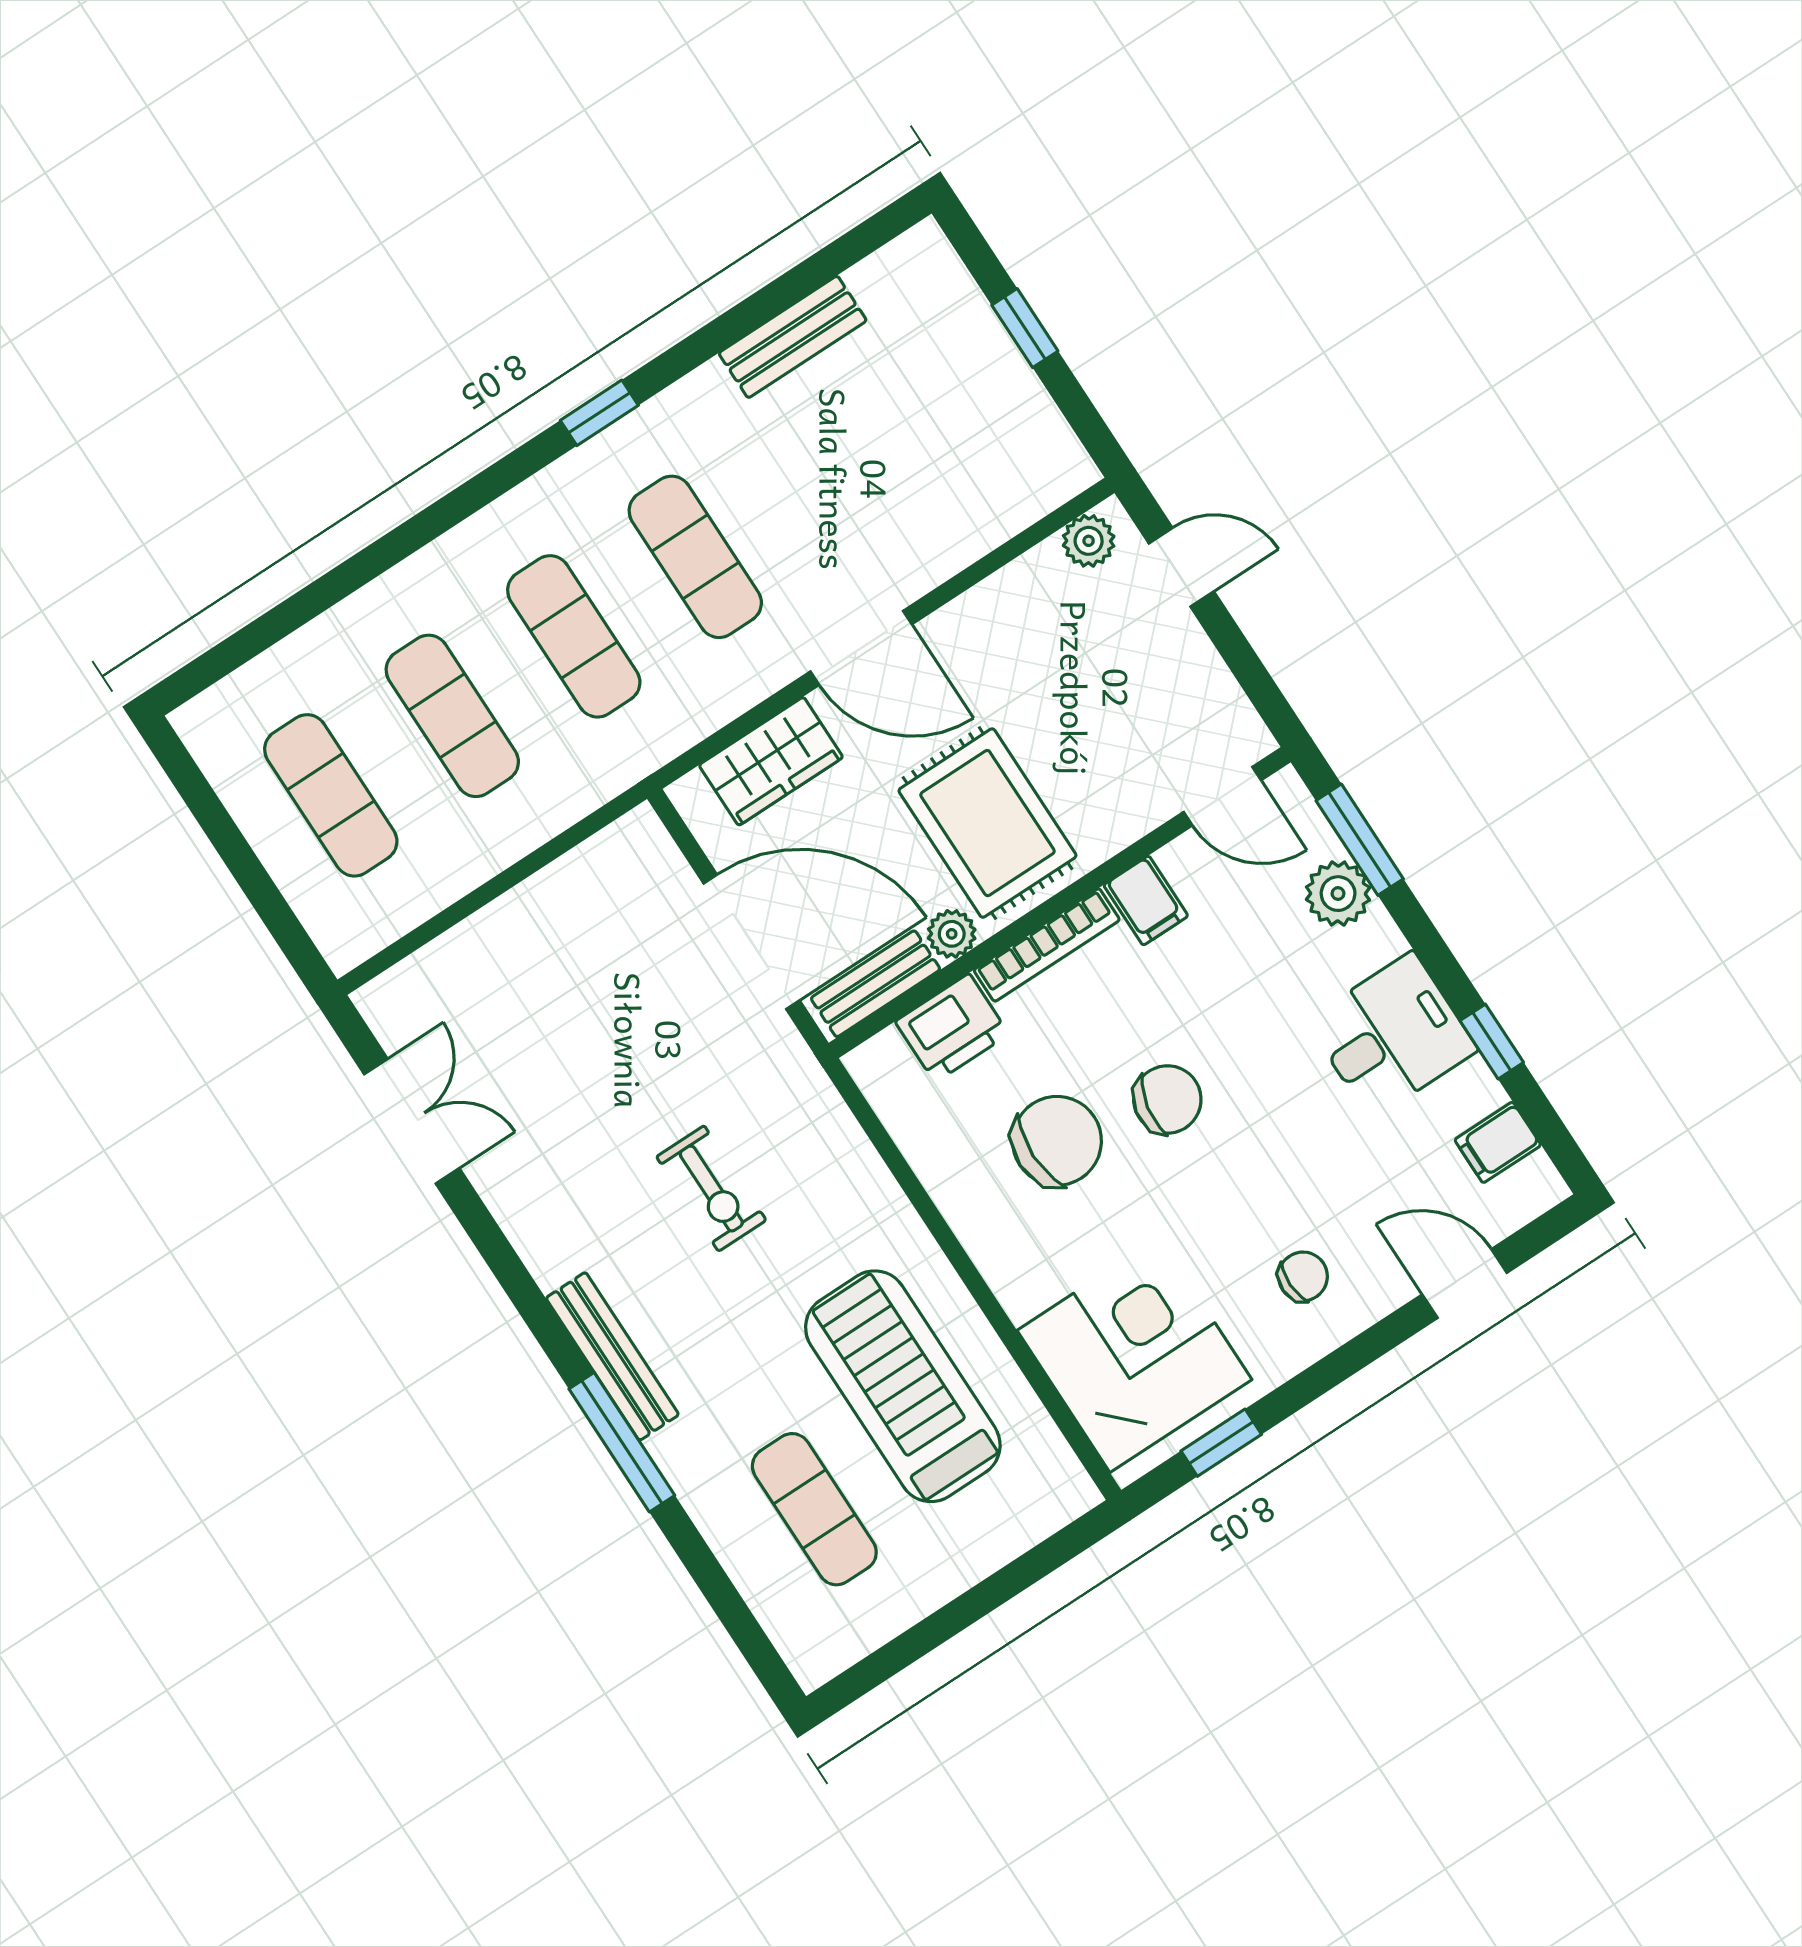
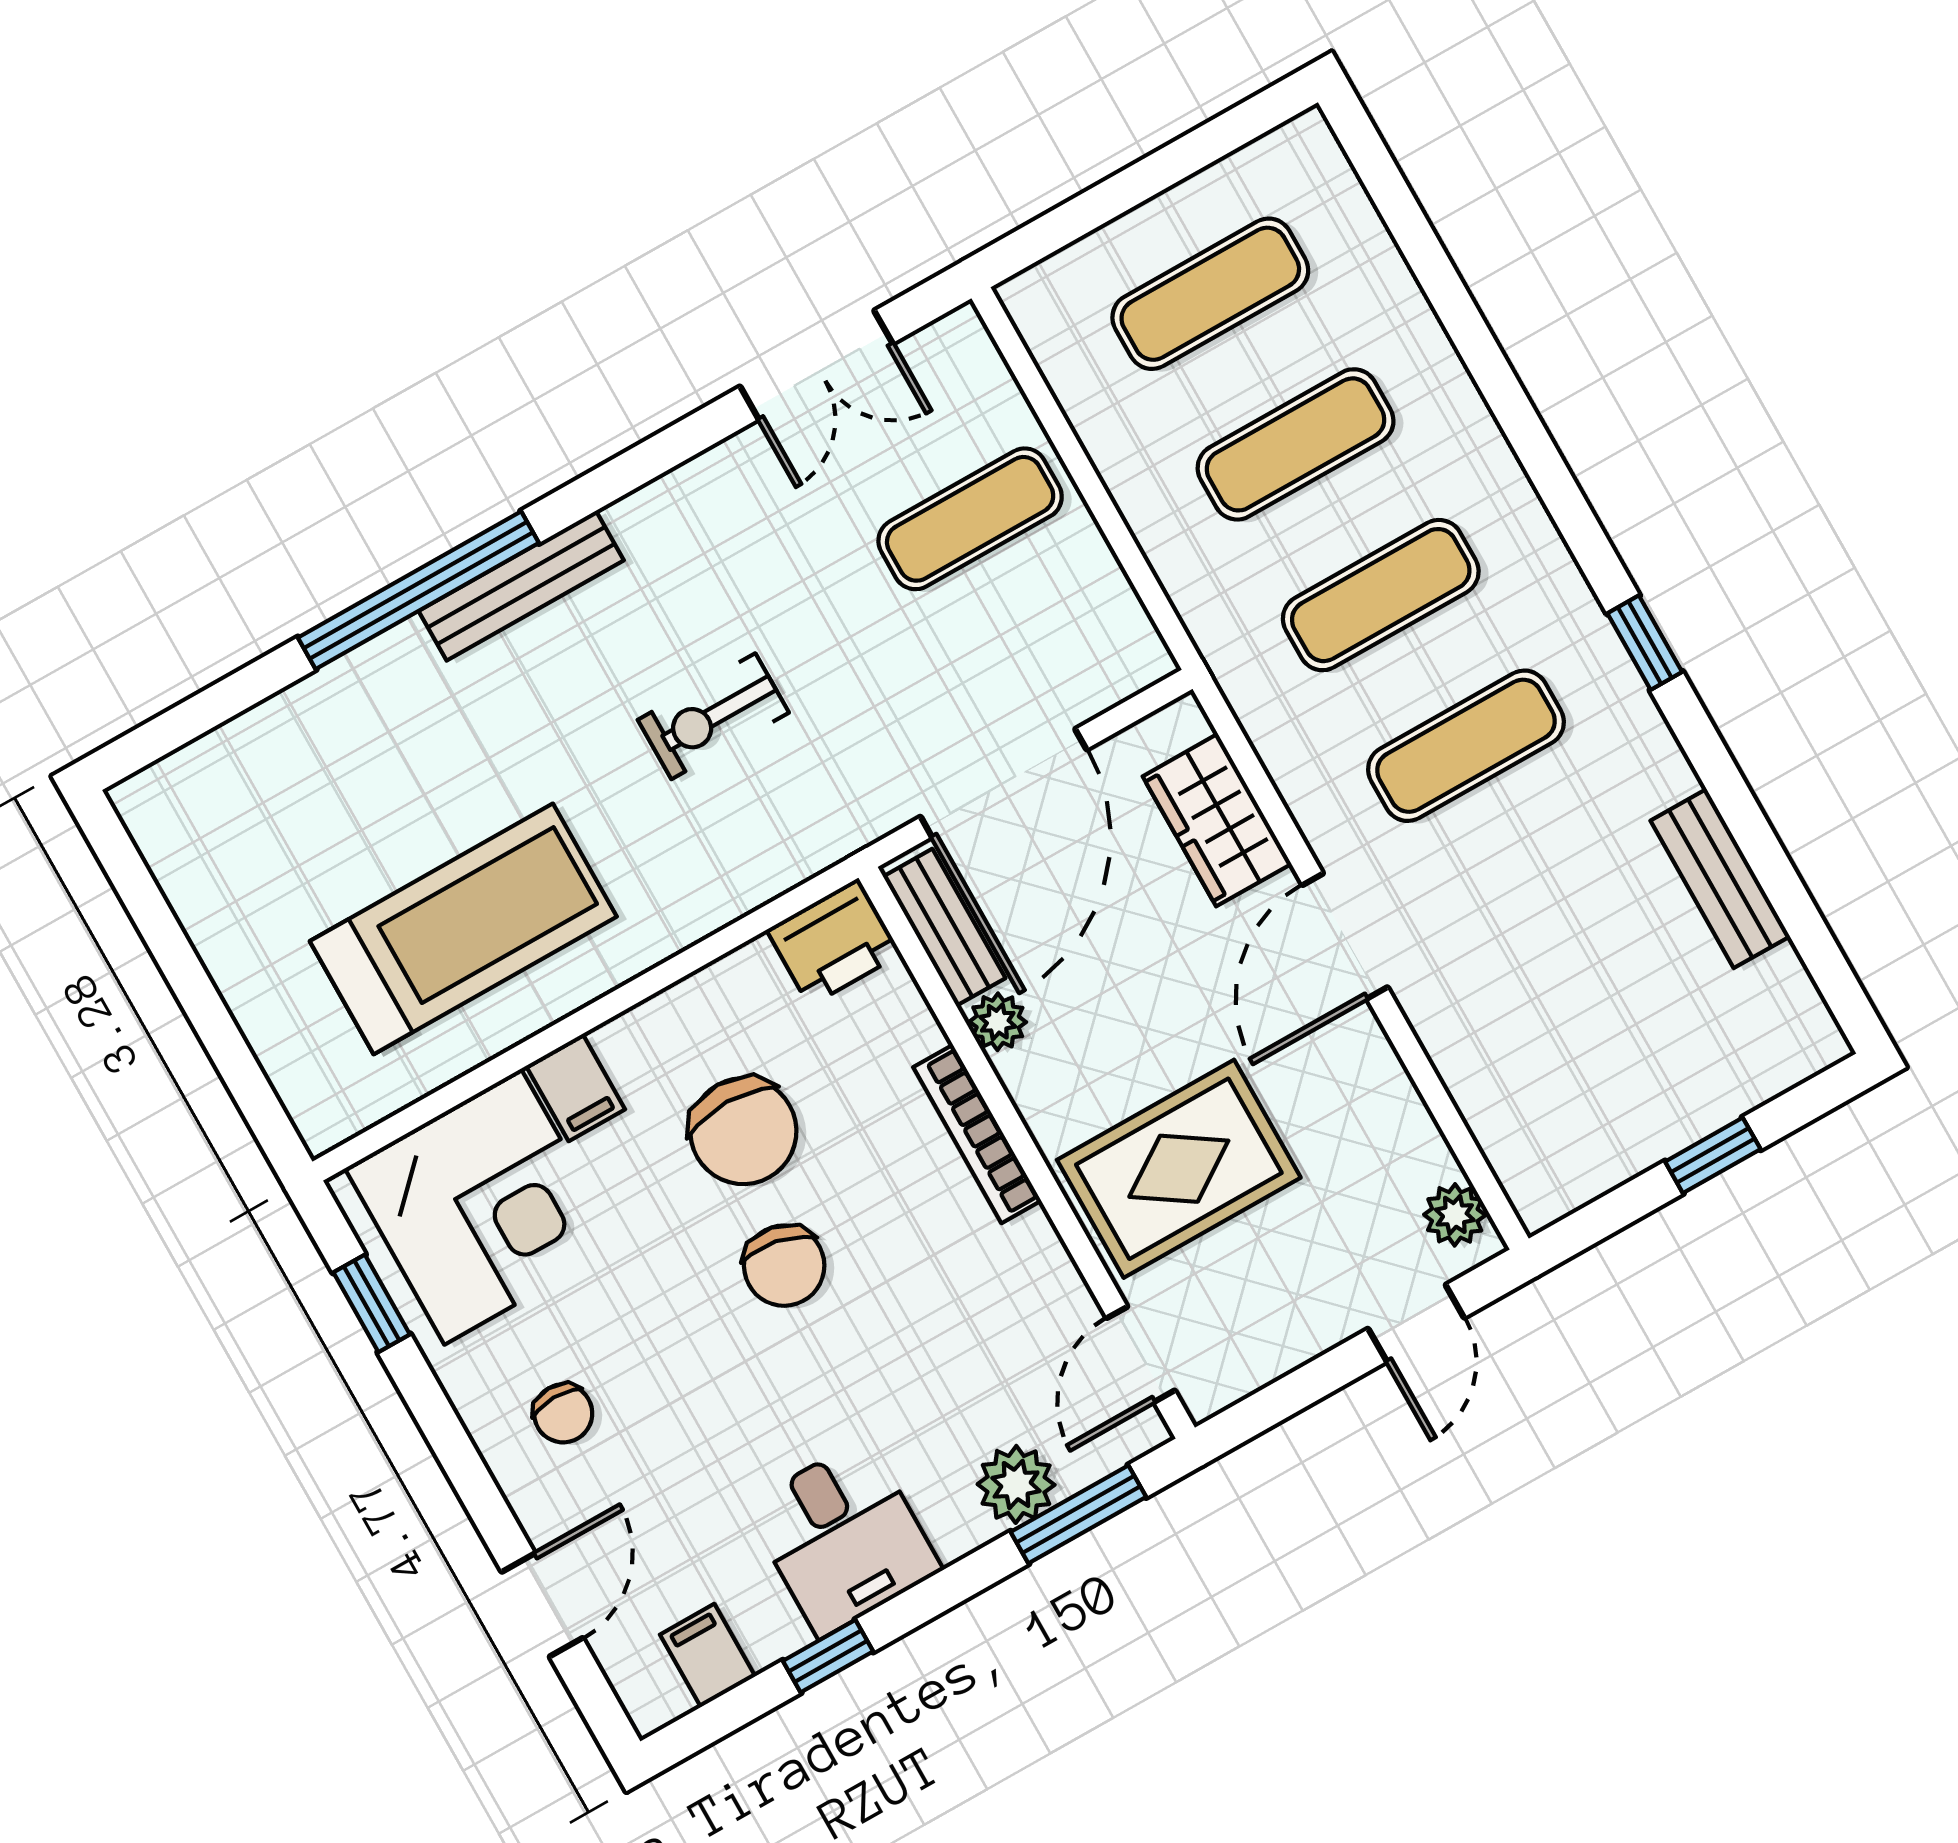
rug: (987, 823) -> (1179, 1169), moved
filing cabinet: (1146, 901) -> (576, 1088), moved, turned -90
printer: (952, 1028) -> (834, 942), moved, turned -90
window: (622, 1442) -> (418, 590), width x1.46
exercise mat: (814, 1509) -> (970, 519), moved

